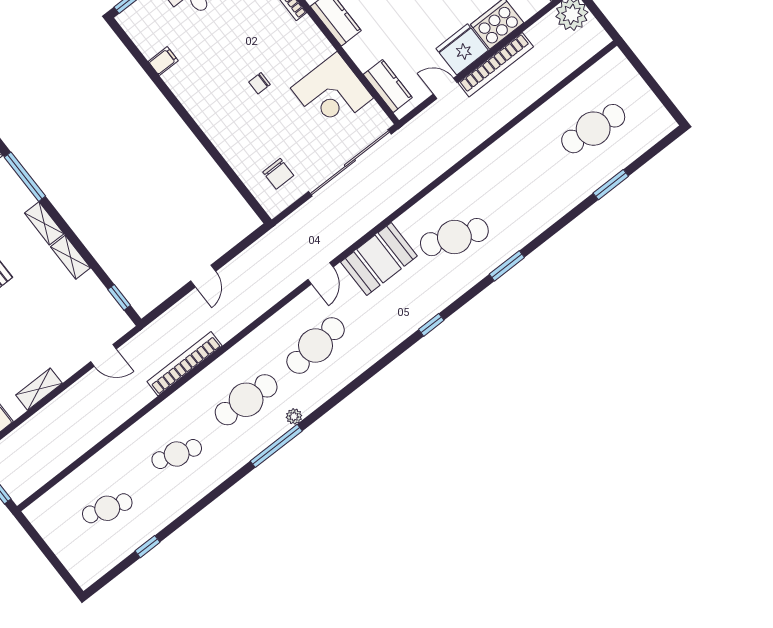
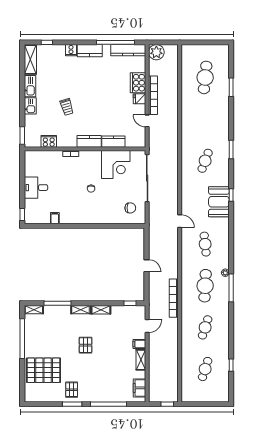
fridge: (462, 49) -> (139, 99), width x0.53, depth x0.75
kitchen counter: (388, 86) -> (113, 142), moved
door: (445, 88) -> (147, 121), hinge flipped
cafe table: (454, 237) -> (205, 161), width x0.73, depth x0.74
booth: (379, 259) -> (219, 202), moved
cafe table: (316, 346) -> (205, 244), width x0.73, depth x0.74
filing cabinet: (63, 366) -> (139, 344), added

